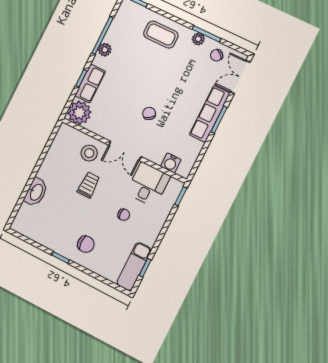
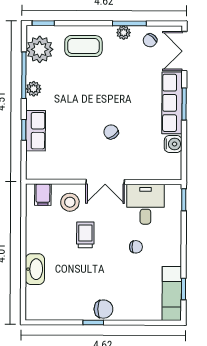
plant: (79, 113) -> (40, 49), moved
filing cabinet: (71, 137) -> (43, 195), added
water cooler: (171, 163) -> (173, 144), moved, turned -90
chair: (86, 244) -> (103, 309), moved

